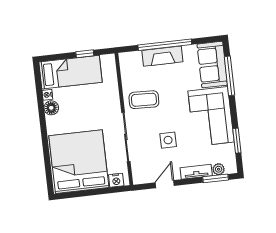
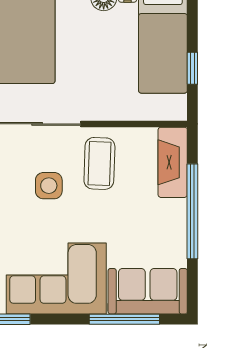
fireplace: (162, 56) -> (173, 162), moved
side table: (168, 140) -> (49, 186), moved

